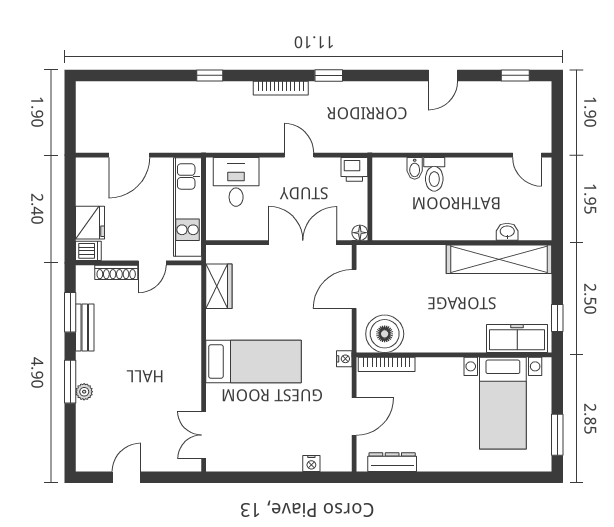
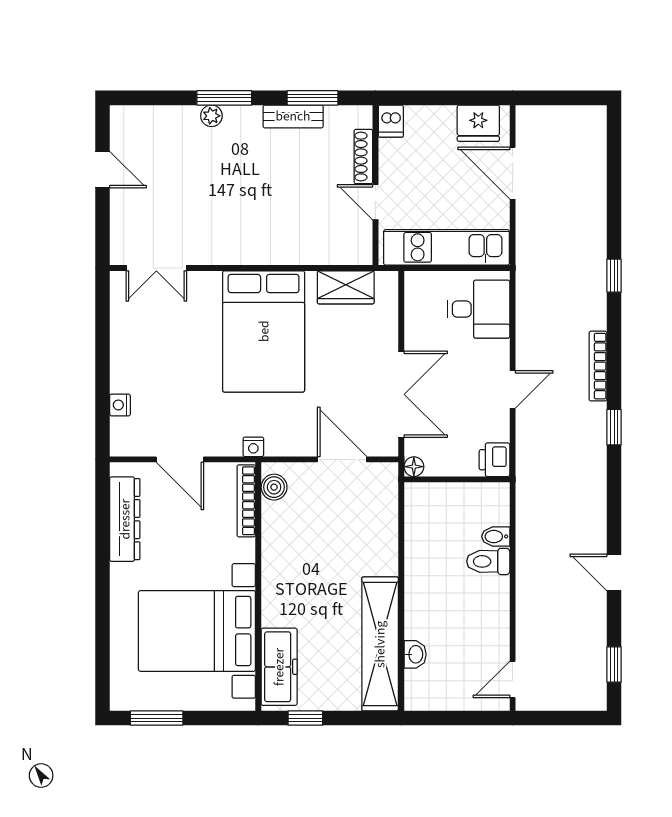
fridge: (90, 223) -> (478, 123), moved
boiler: (385, 334) -> (274, 487), width x0.54, depth x0.54
bed: (254, 361) -> (264, 331), width x1.50
bed with nightstands: (503, 403) -> (197, 631), width x1.36
double door: (204, 435) -> (156, 268), swing flipped
dresser: (392, 462) -> (125, 519), width x1.37, depth x1.24

